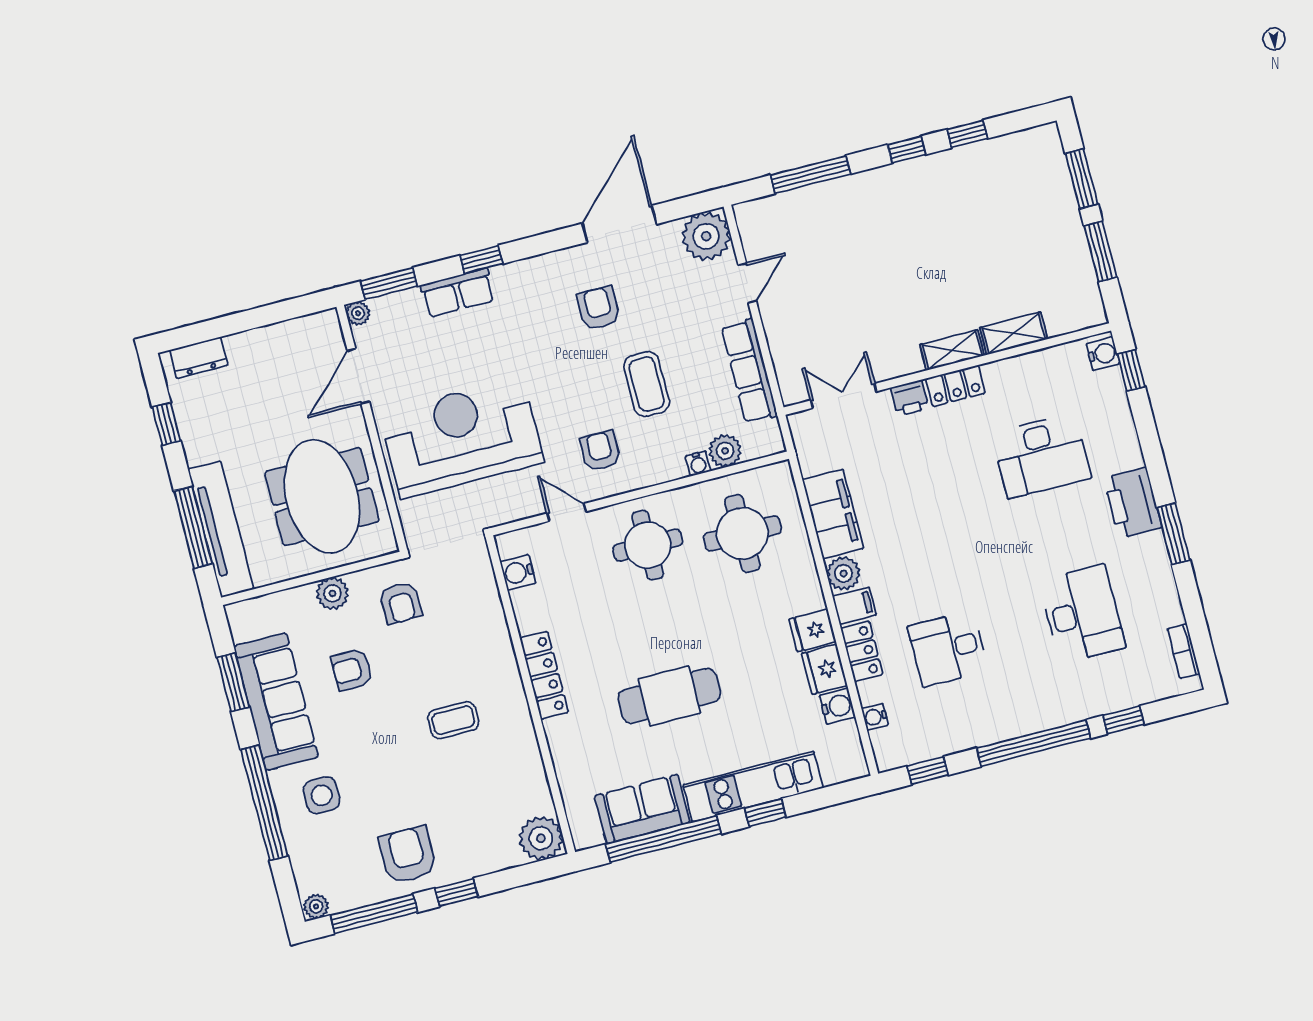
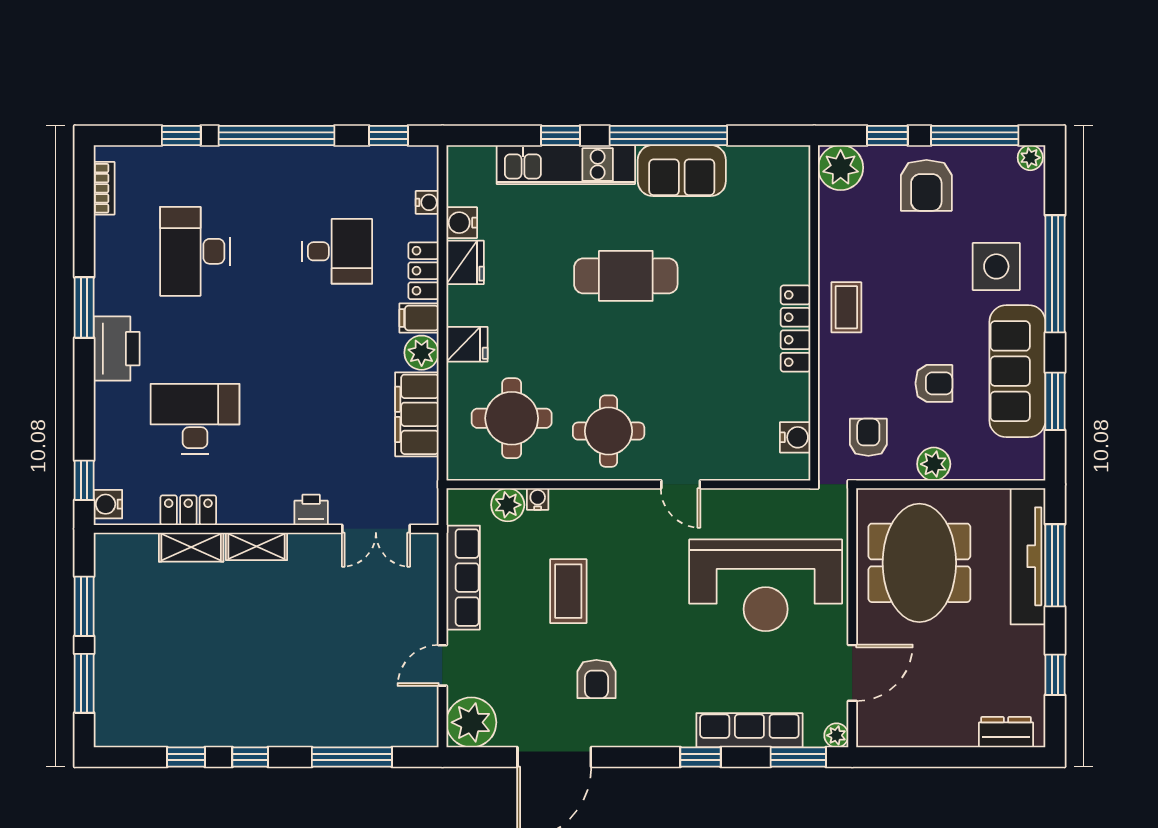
row of seats: (458, 293) -> (749, 730), width x1.48
locker: (955, 386) -> (188, 510), moved
armchair: (600, 451) -> (631, 537), removed
water cooler: (518, 572) -> (795, 437), moved
fridge: (812, 630) -> (467, 344), moved
locker: (544, 675) -> (796, 329), moved
wall: (530, 695) -> (814, 313), moved
coffee table: (453, 720) -> (846, 307), turned 90
side table: (322, 795) -> (996, 266), width x1.37, depth x1.37
plant: (541, 838) -> (841, 168), moved

